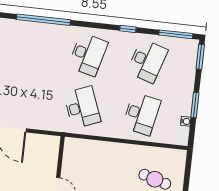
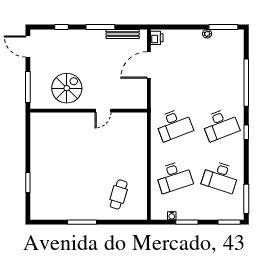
window: (128, 29) -> (246, 132), moved
desk: (88, 54) -> (220, 125), turned -36
desk: (142, 114) -> (174, 177), turned -30

